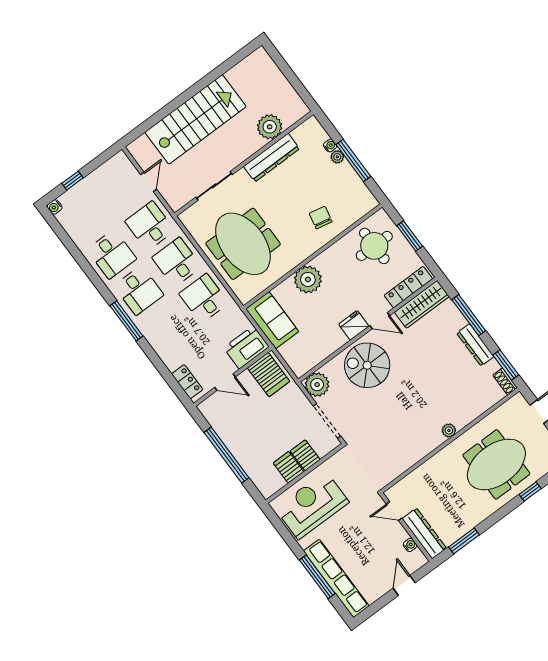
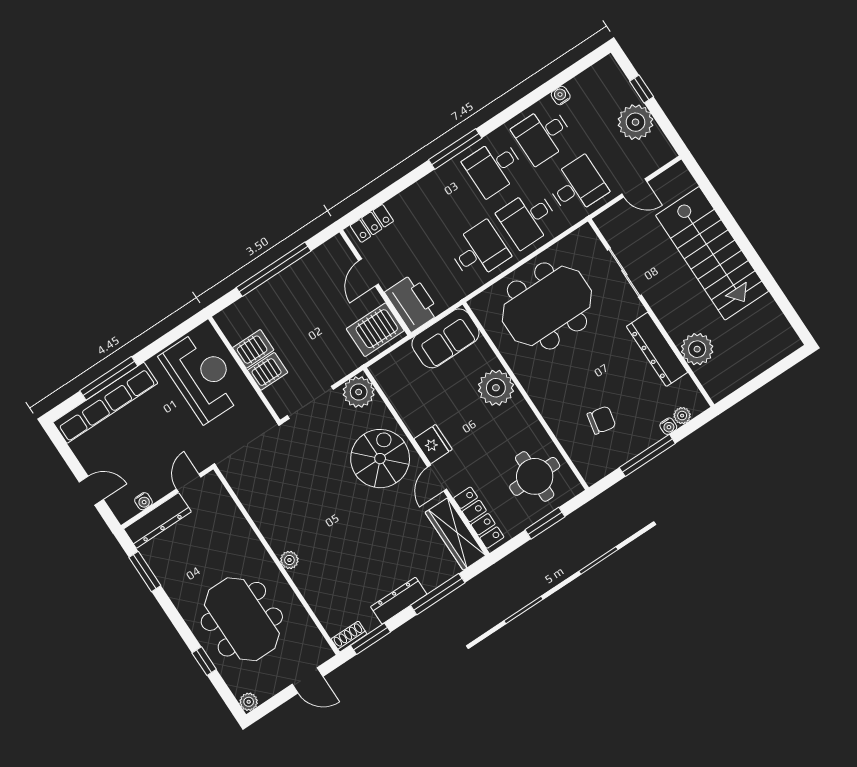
plant: (337, 157) -> (682, 416), moved
plant: (98, 184) -> (635, 122), added
water cooler: (55, 207) -> (561, 96), moved
chair: (321, 218) -> (601, 420), moved
desk: (177, 262) -> (528, 219), turned 180

